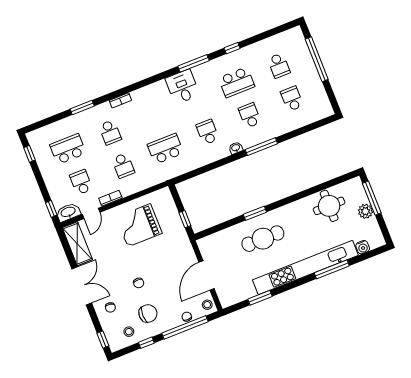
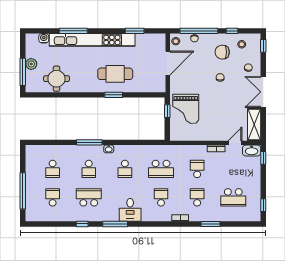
school desk: (81, 182) -> (161, 197), moved, turned 180
grand piano: (139, 225) -> (186, 109), moved, turned 90

